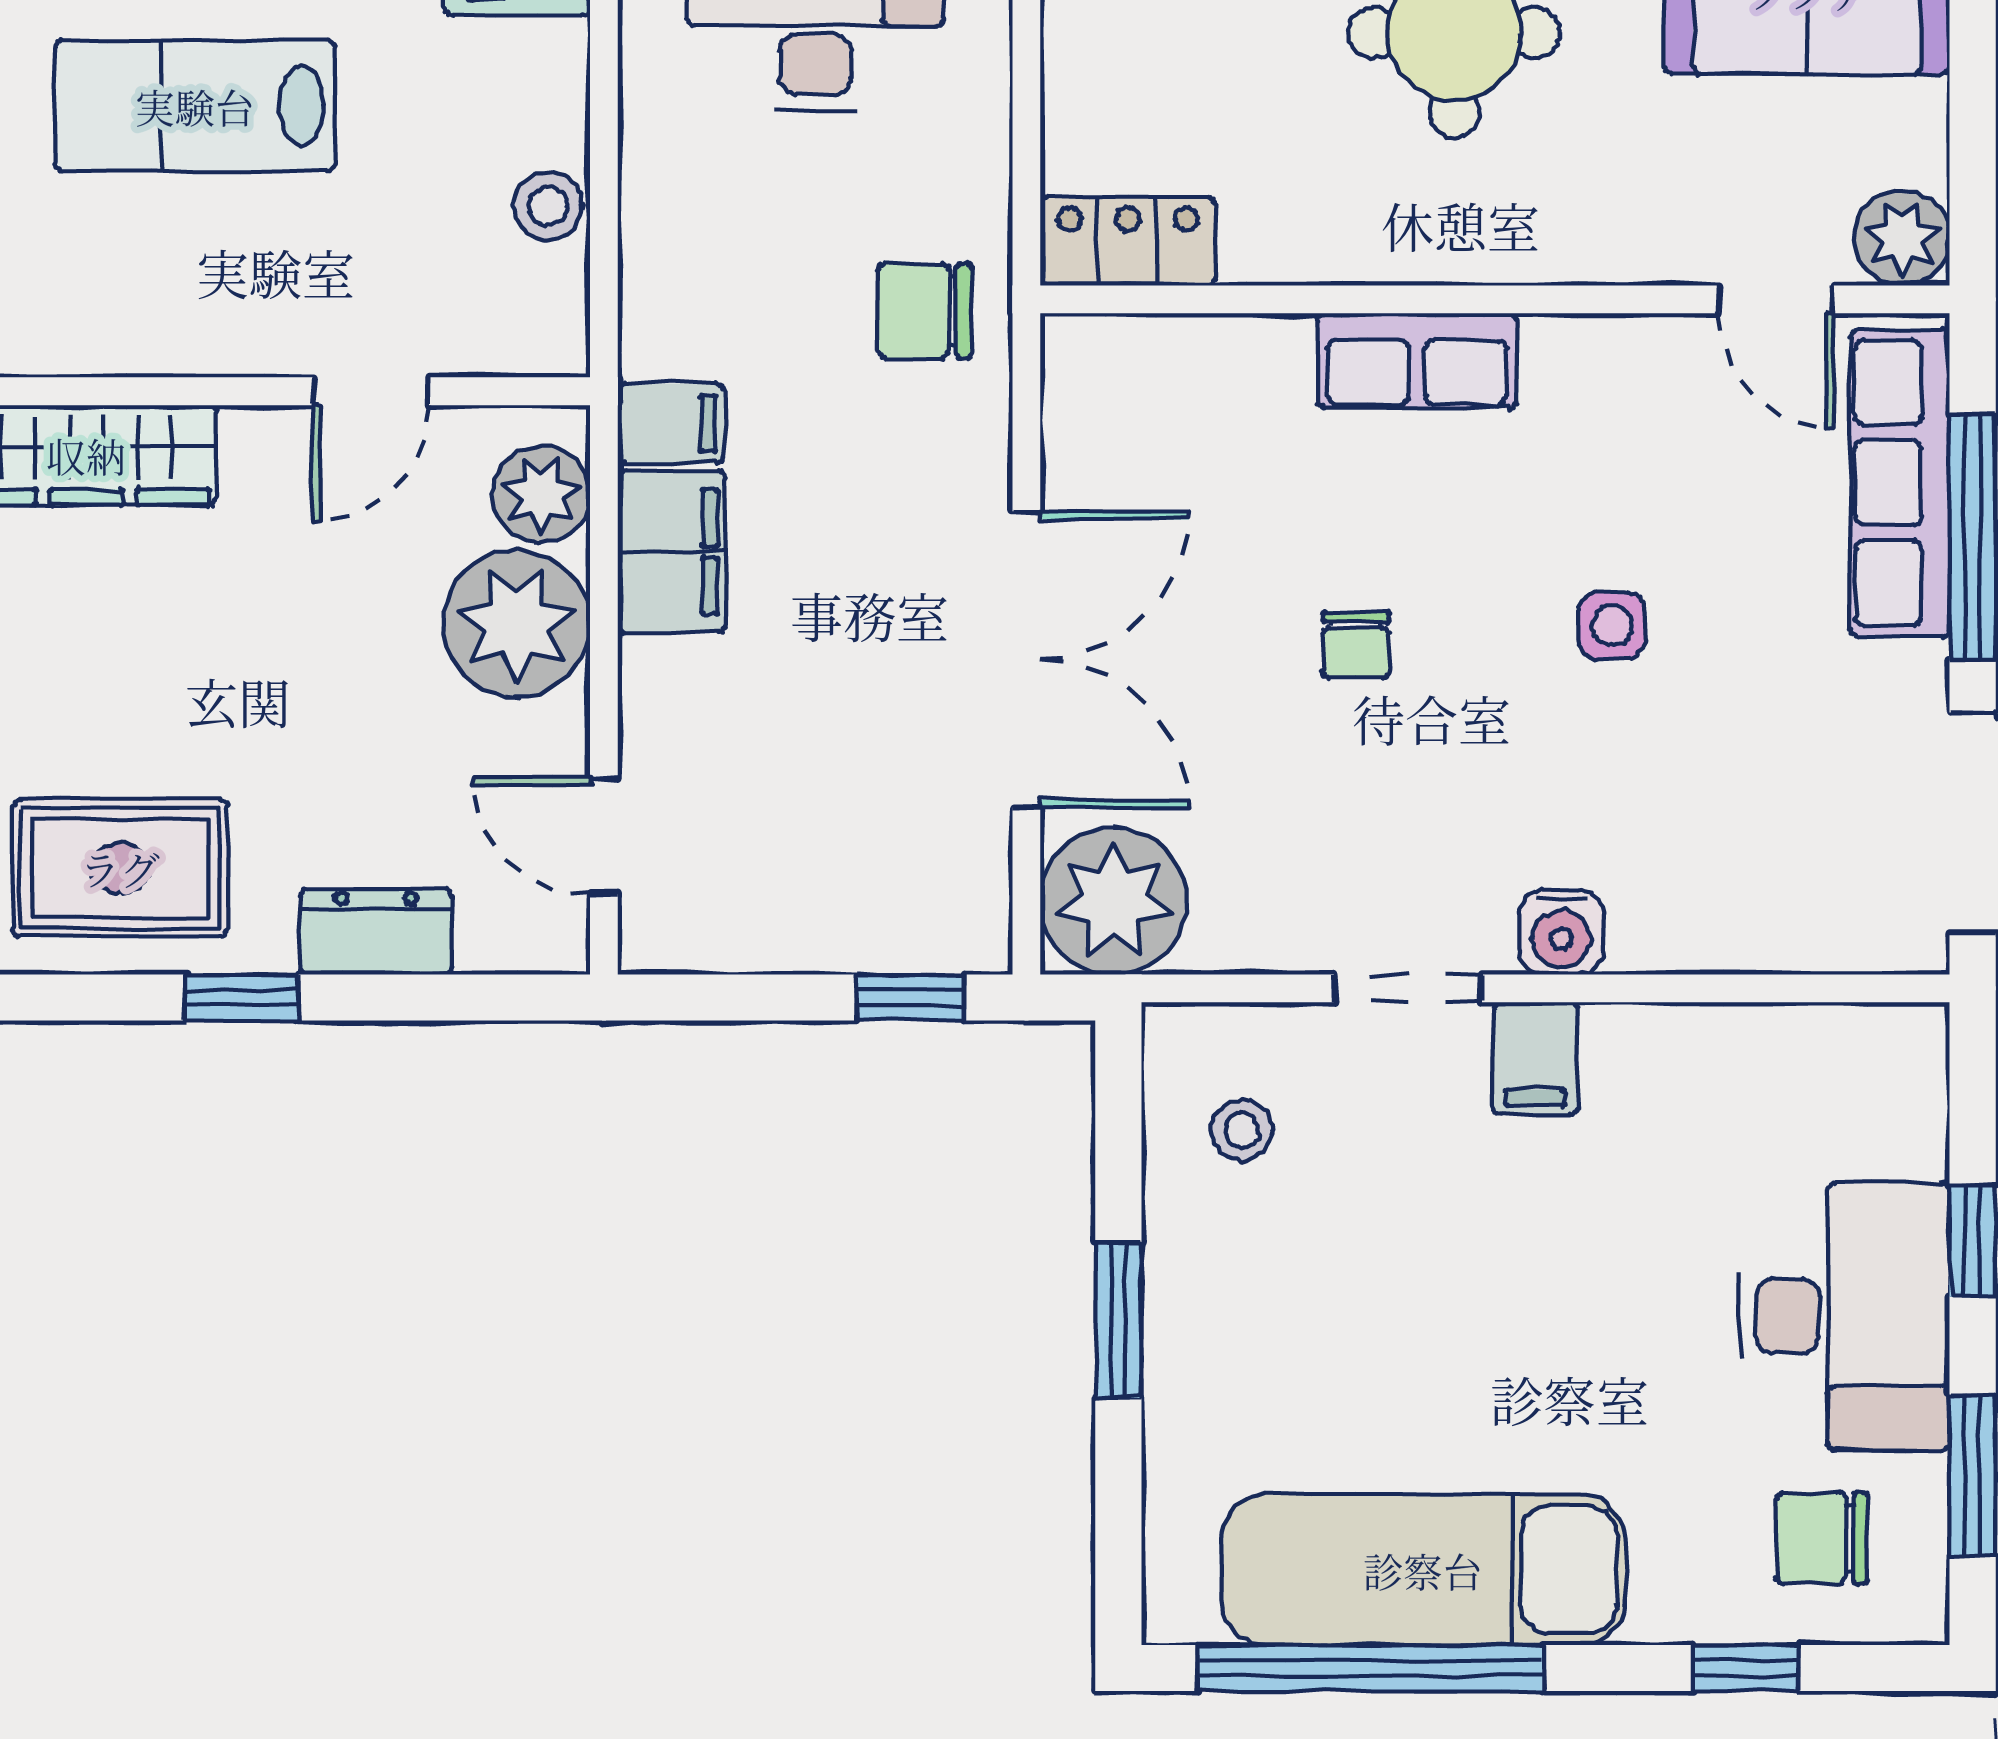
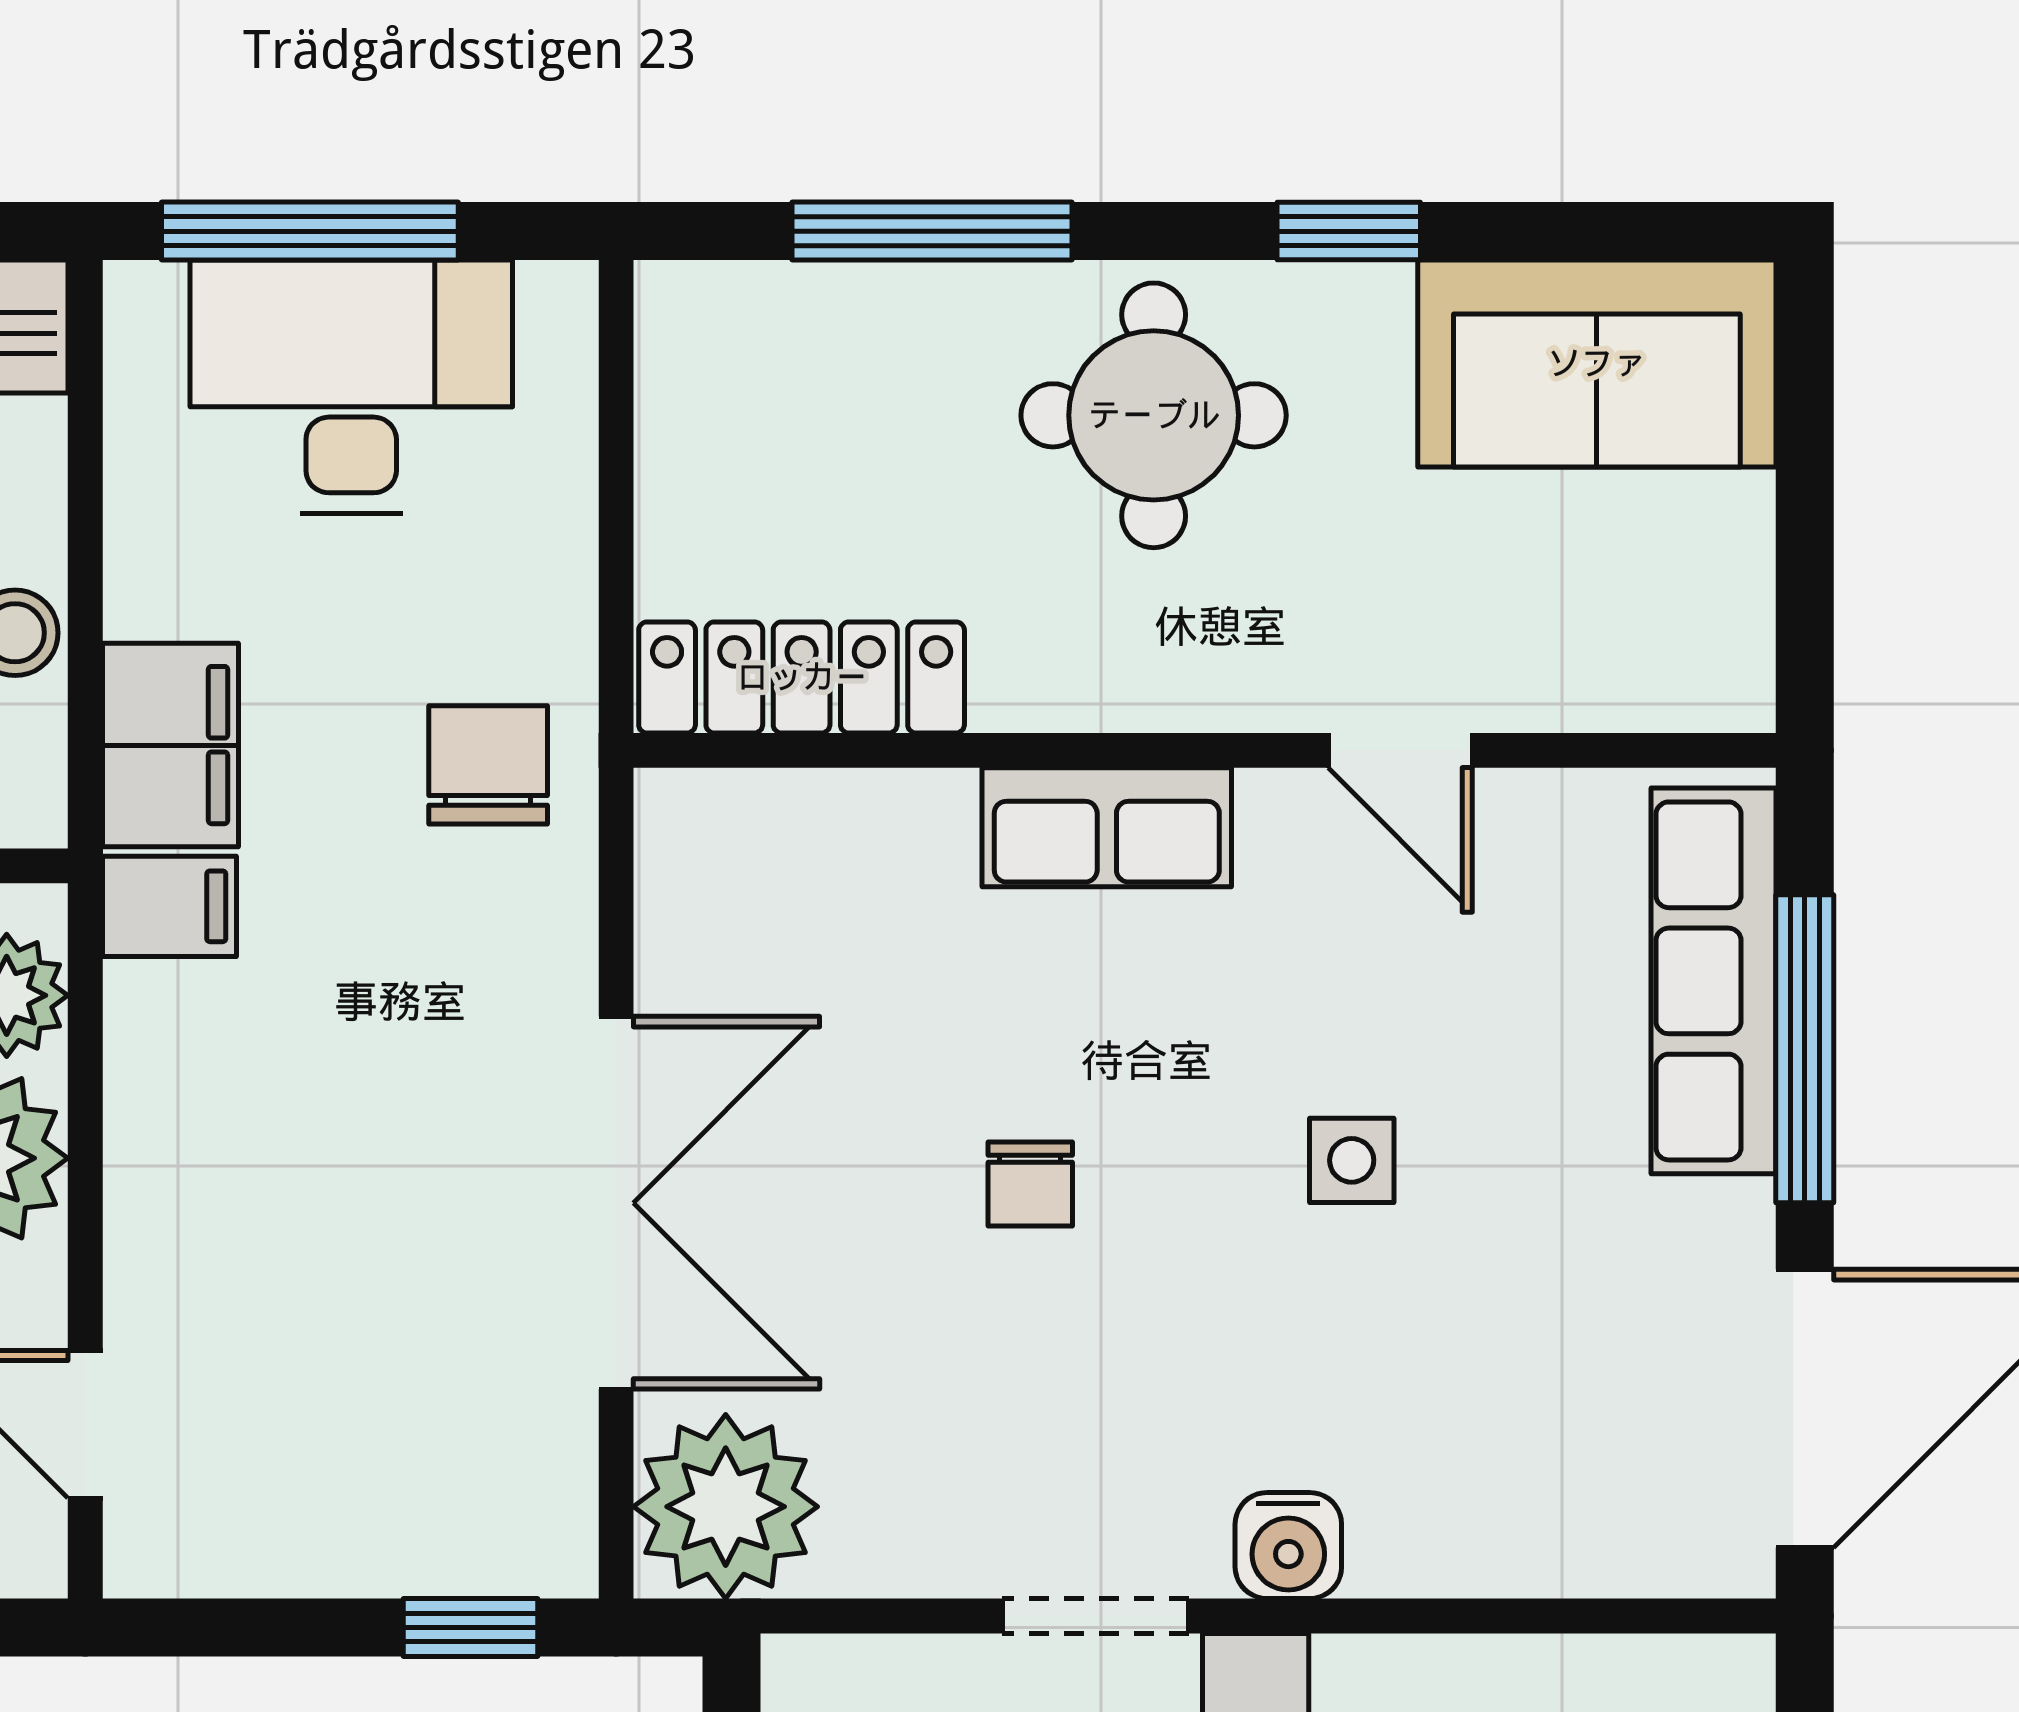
plant: (1902, 238) -> (1716, 673), removed
locker: (1128, 241) -> (802, 677), width x1.53
door: (1776, 299) -> (1400, 750), moved
chair: (925, 311) -> (488, 765), turned 90
filing cabinet: (672, 552) -> (170, 745), moved

